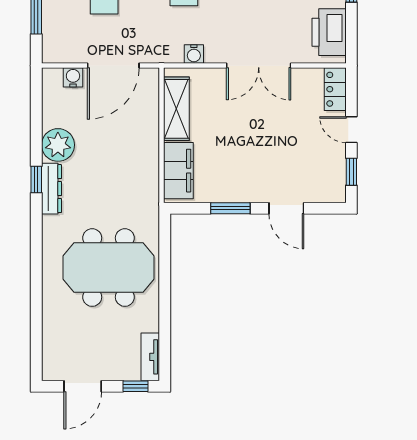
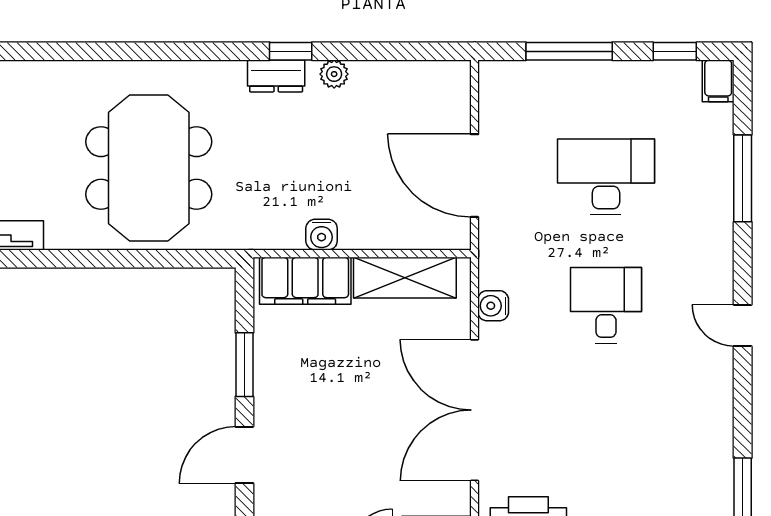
double door: (259, 66) -> (475, 410), width x1.36
water cooler: (73, 77) -> (322, 235), moved, turned 90
plant: (58, 145) -> (334, 74), width x0.53, depth x0.53
dresser: (51, 189) -> (276, 76), width x0.70

